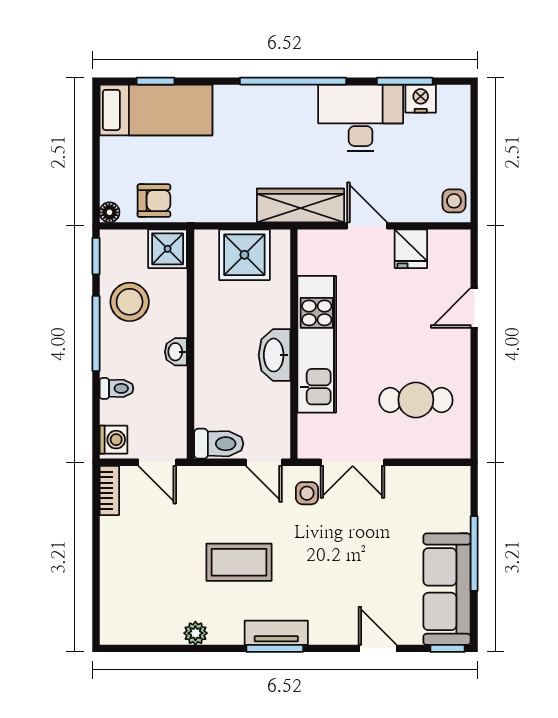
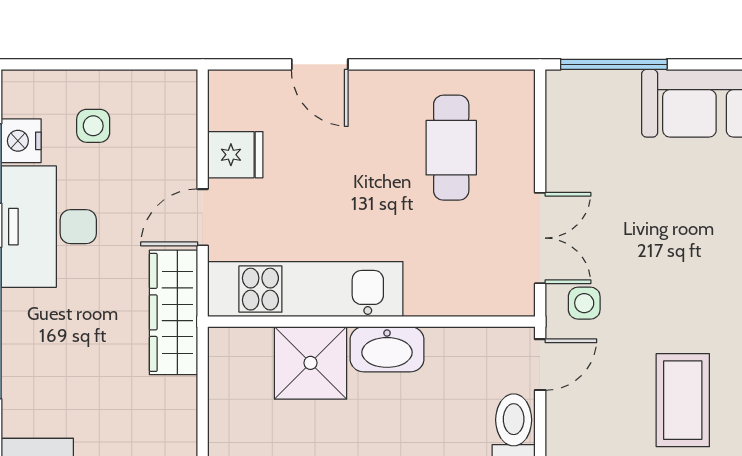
side table: (454, 201) -> (93, 126), moved
shower: (244, 255) -> (310, 363), moved
kitchen unit: (317, 344) -> (305, 289), moved
window: (474, 554) -> (614, 64), moved

